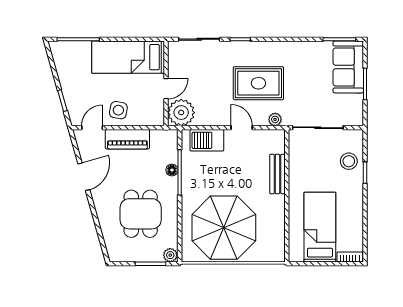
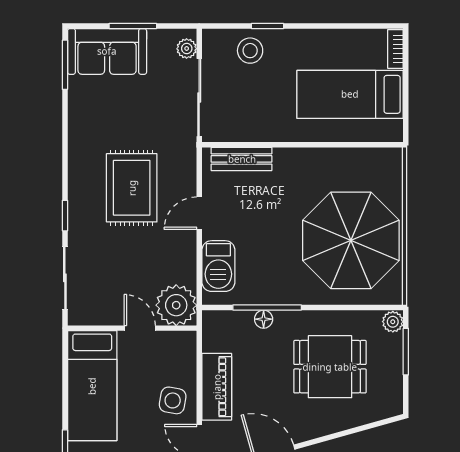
plant: (275, 119) -> (187, 49), moved
bench: (277, 174) -> (242, 159), moved

